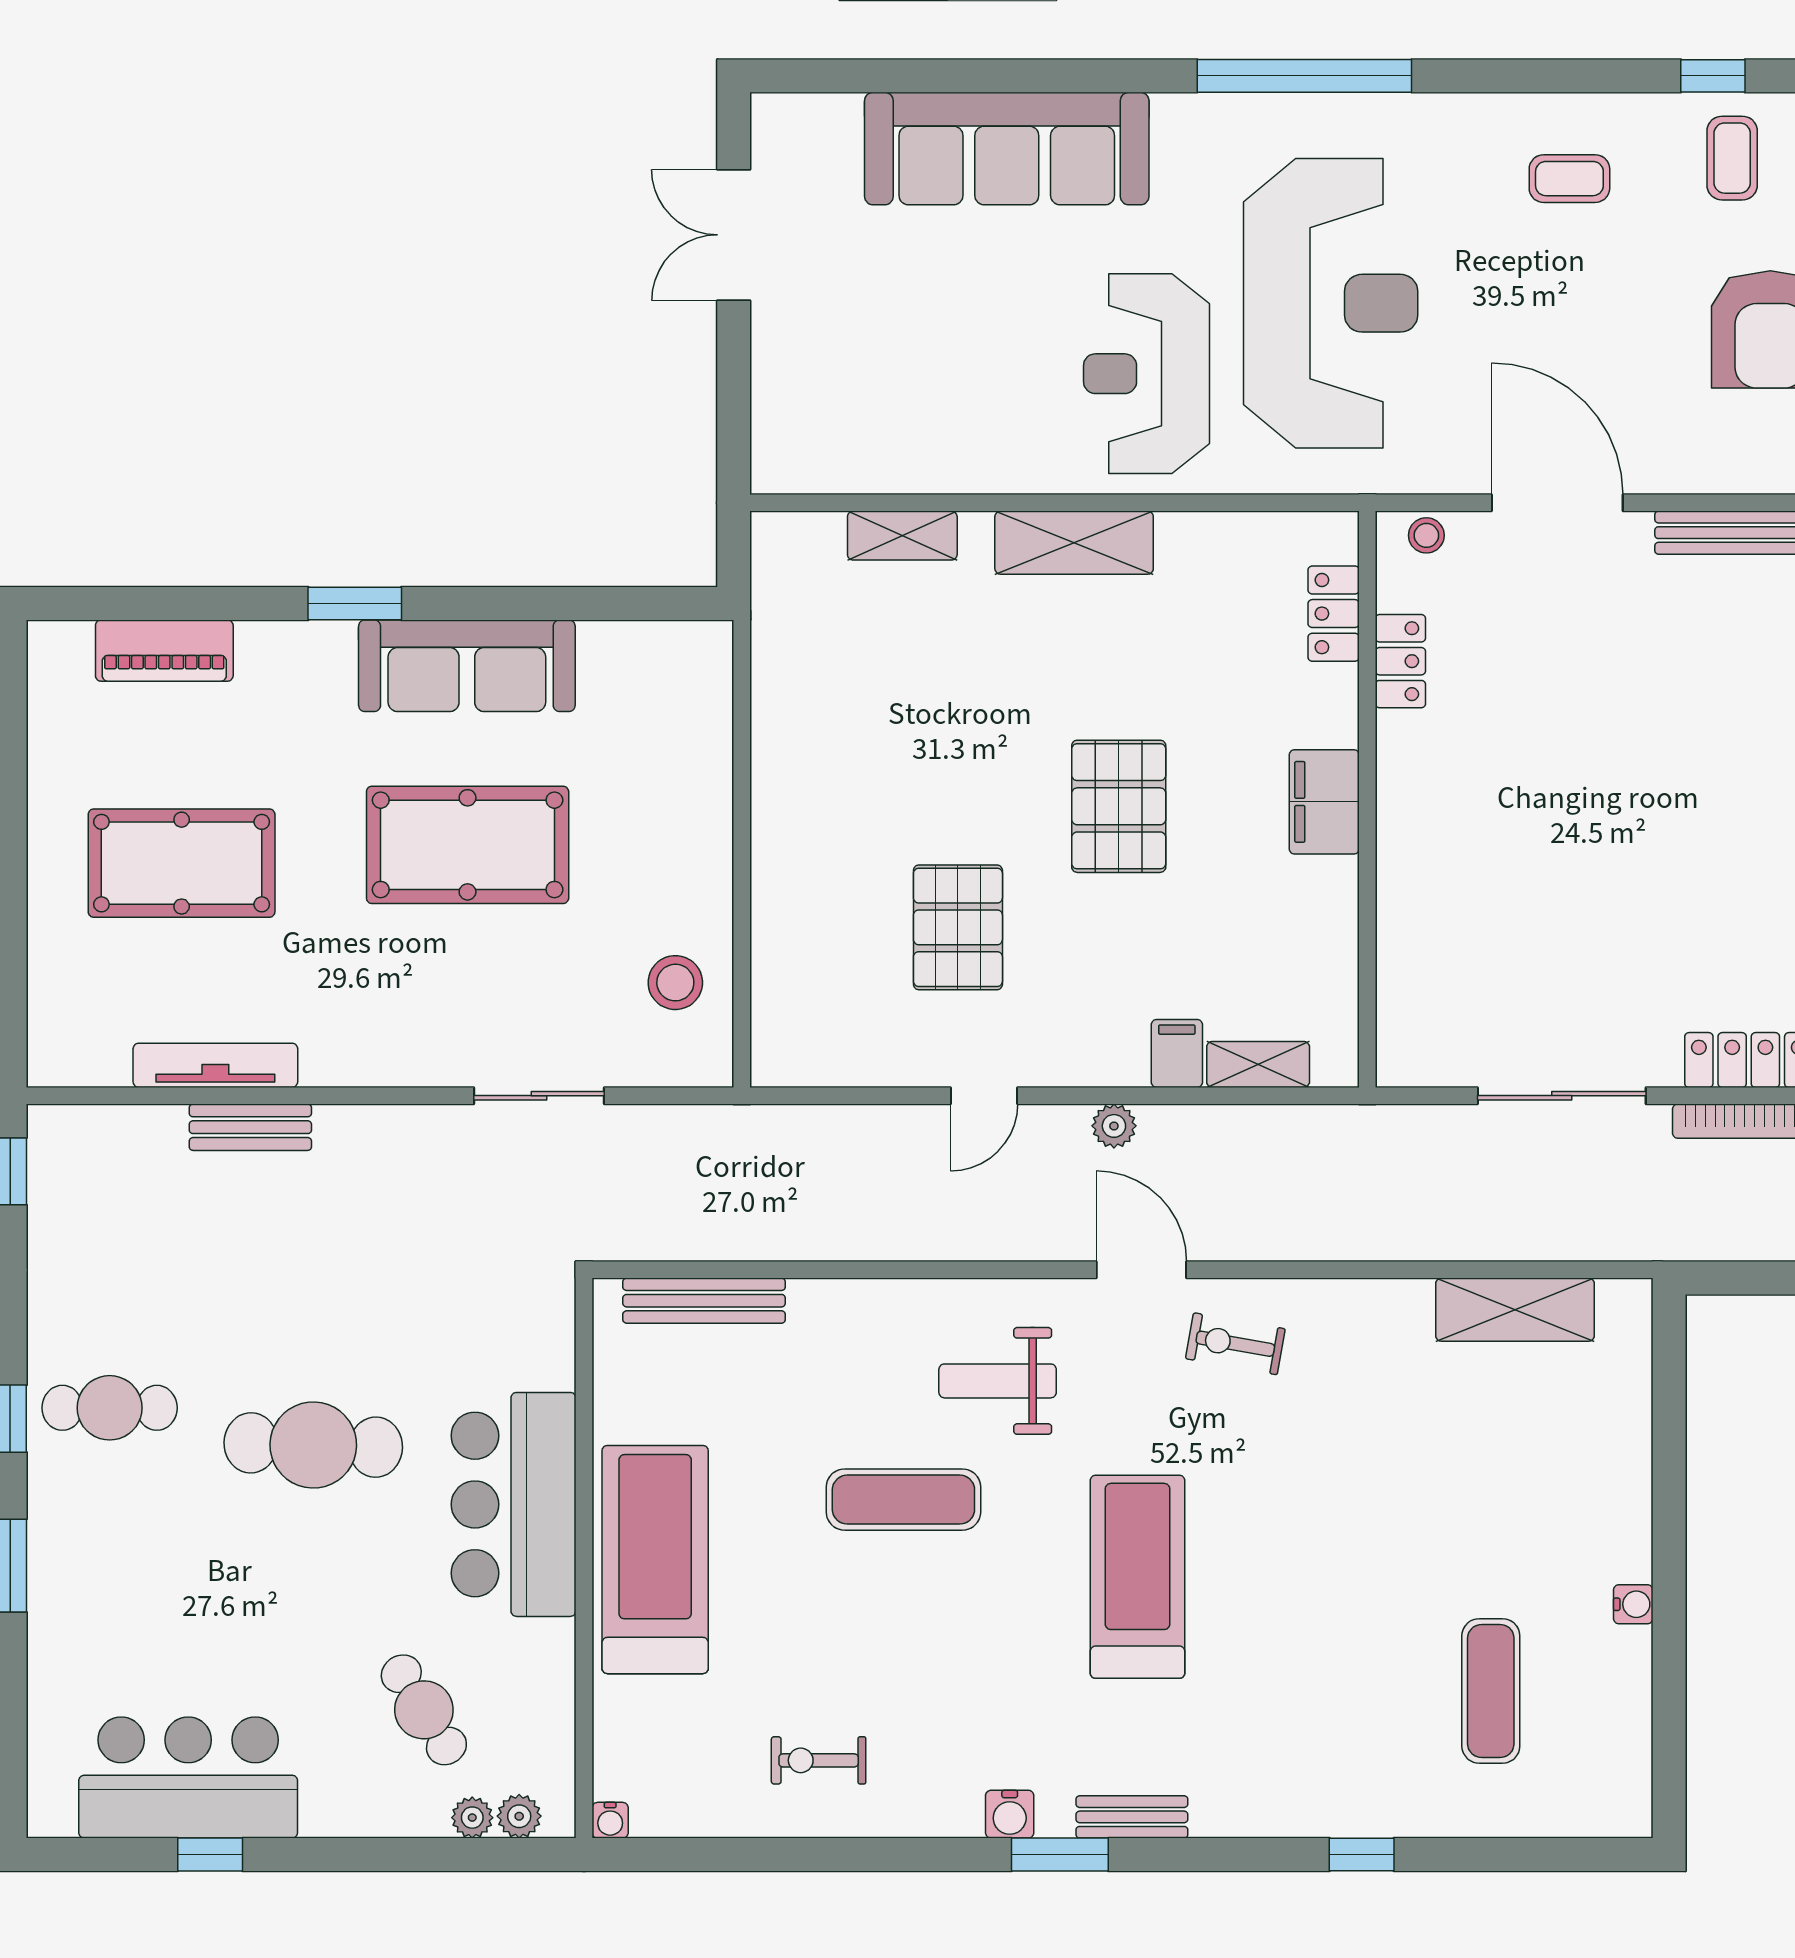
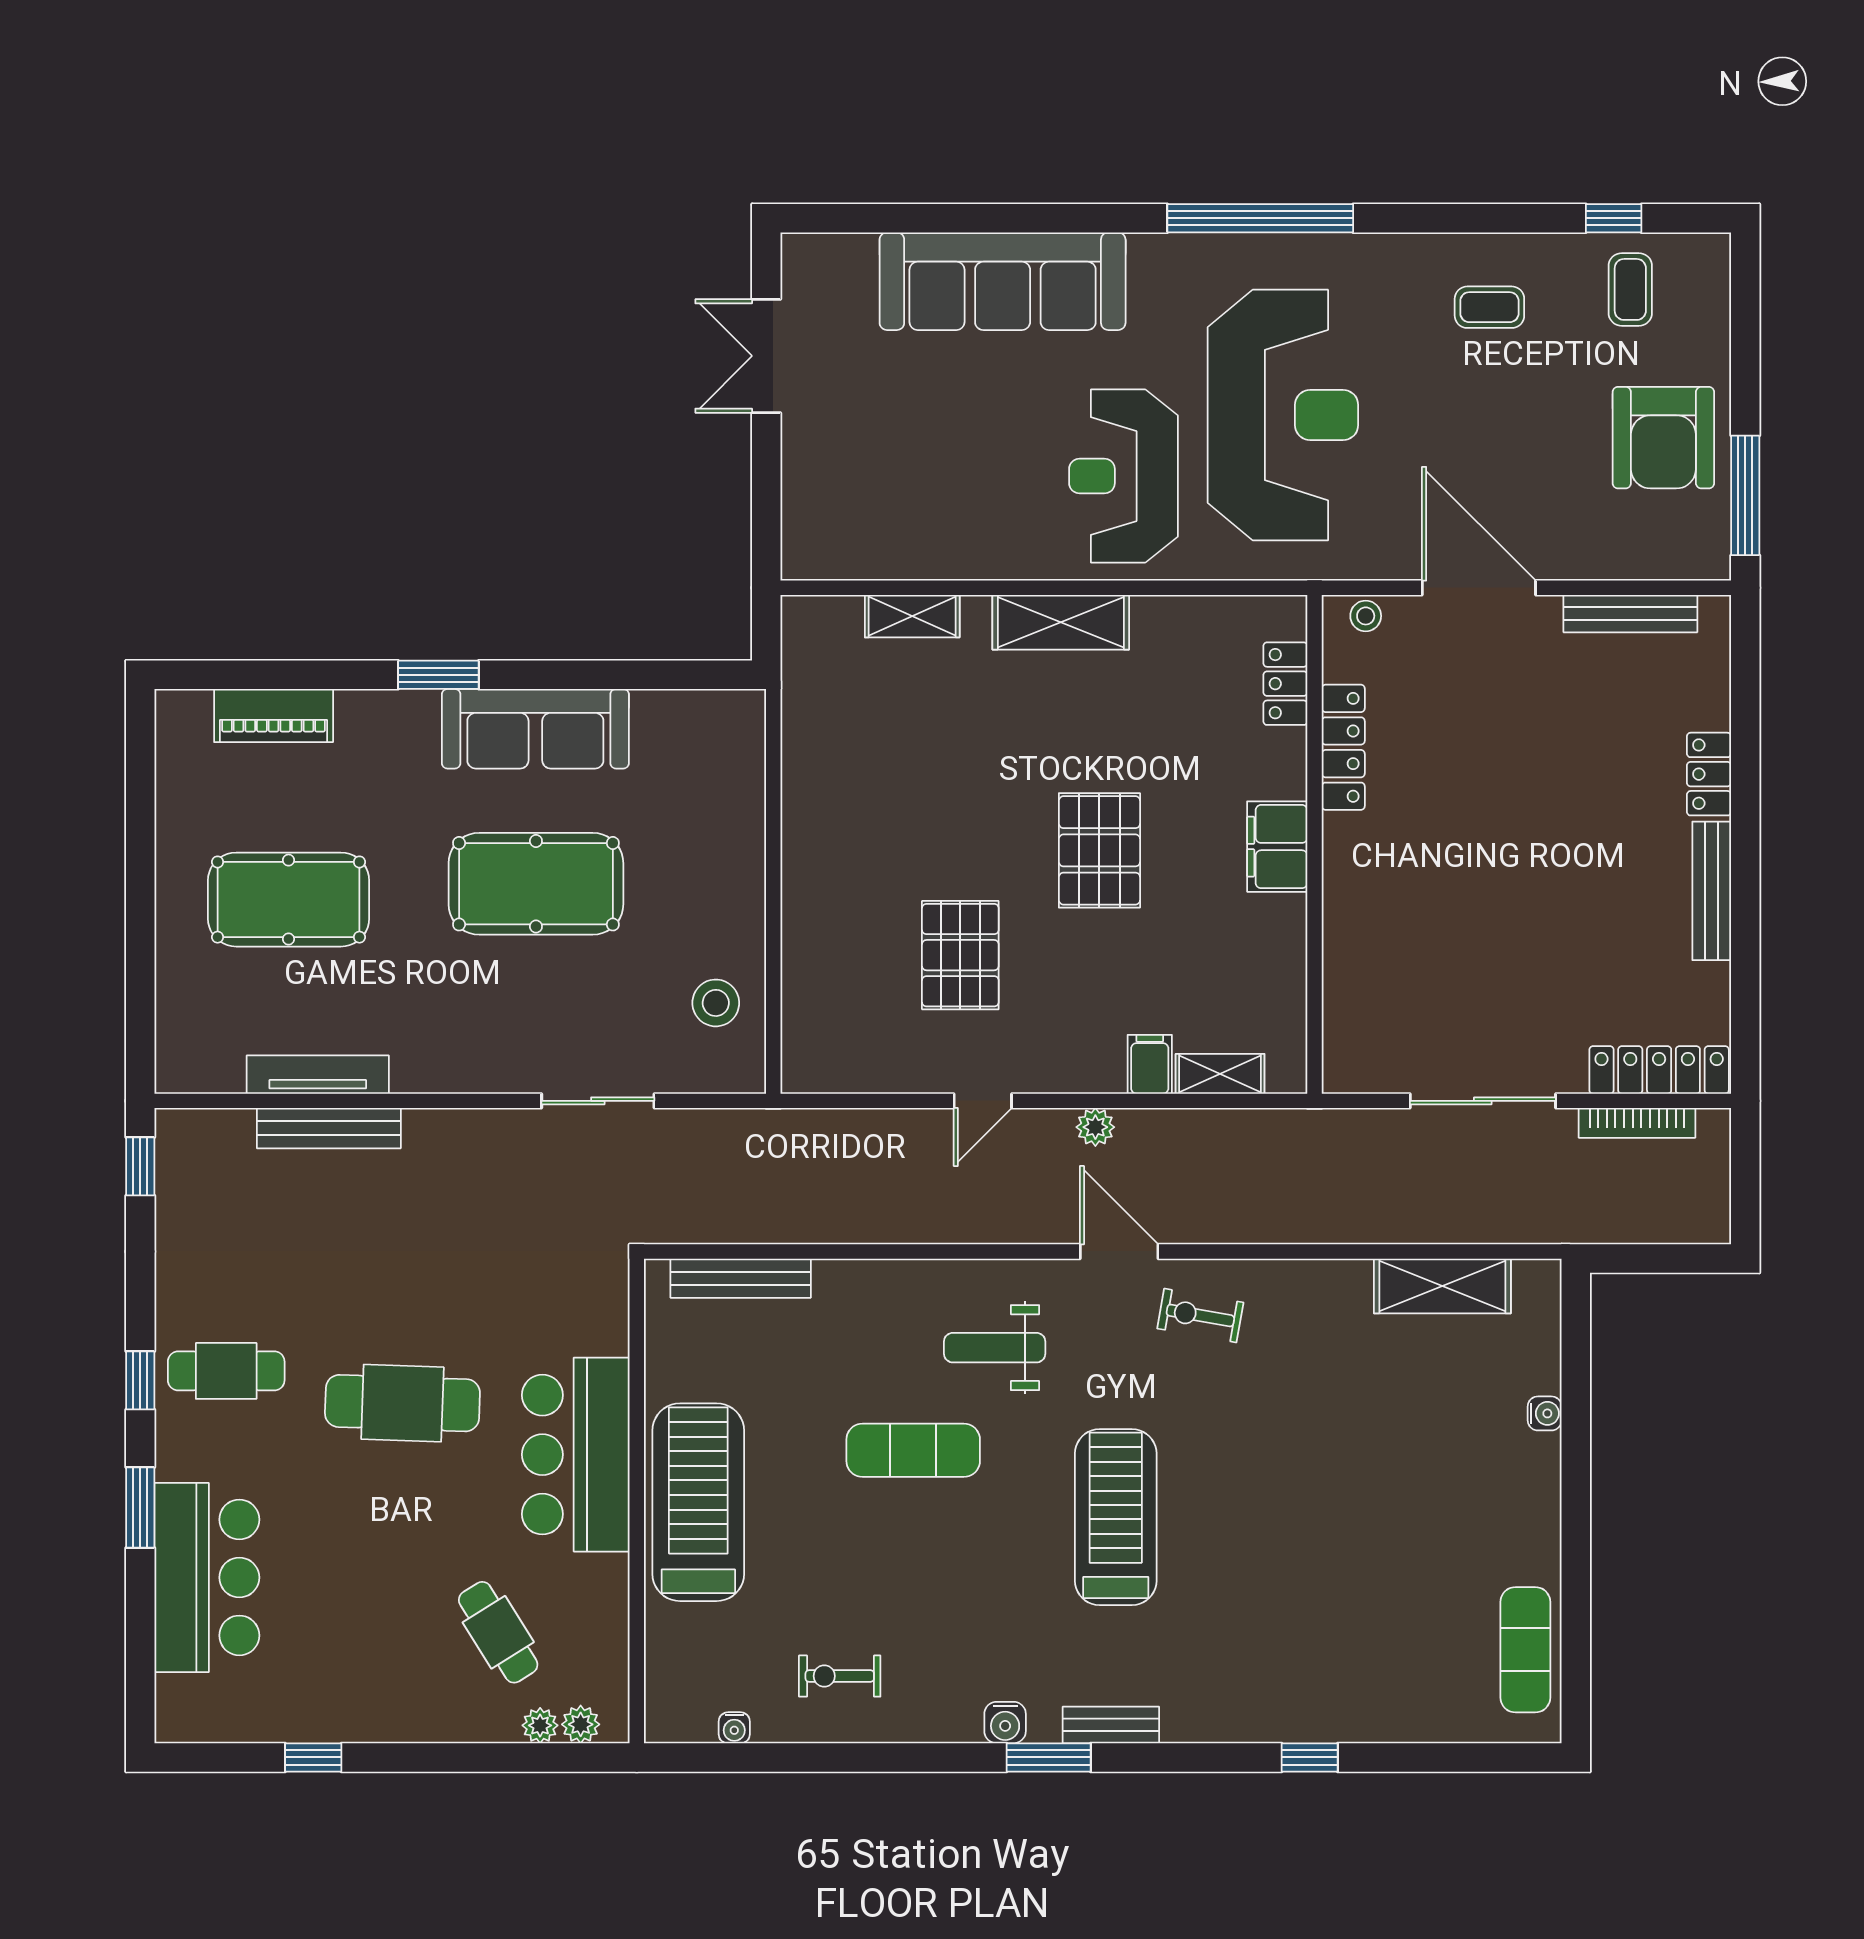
locker: (1400, 661) -> (1343, 747), width x1.53
bench: (250, 1127) -> (329, 1128), width x1.36
water cooler: (1633, 1604) -> (1545, 1413), moved
exercise mat: (1491, 1691) -> (1525, 1650), moved
bar counter: (188, 1778) -> (207, 1577), moved, turned 90
water cooler: (610, 1820) -> (734, 1728), moved

